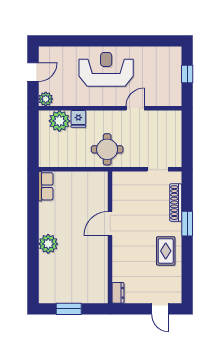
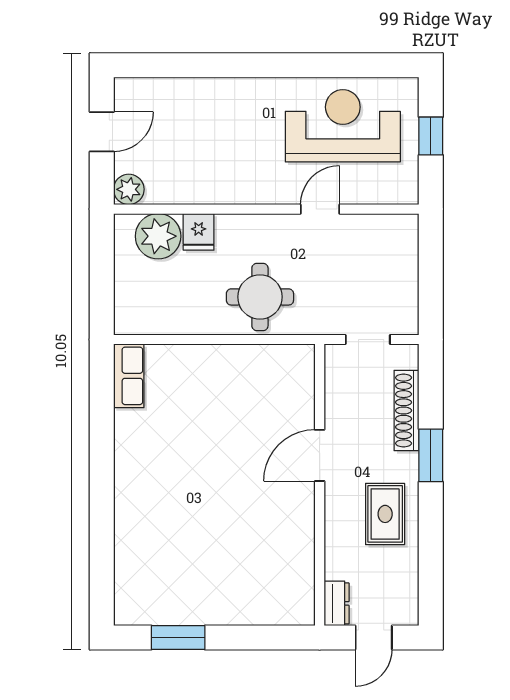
reception desk: (106, 69) -> (343, 126), moved
door: (110, 224) -> (320, 455), moved
wall: (110, 237) -> (320, 485), moved
plant: (48, 244) -> (134, 499), removed
dresser: (118, 293) -> (337, 603), moved
door: (160, 309) -> (374, 638), hinge flipped

